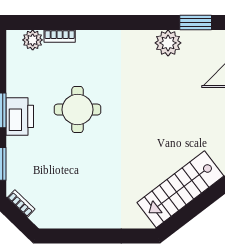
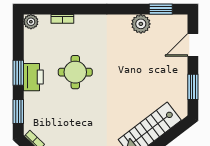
plant: (33, 40) -> (31, 22), moved

